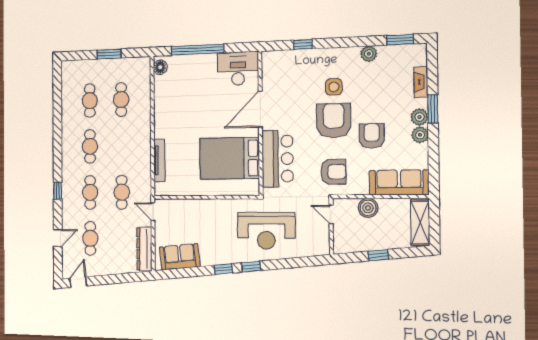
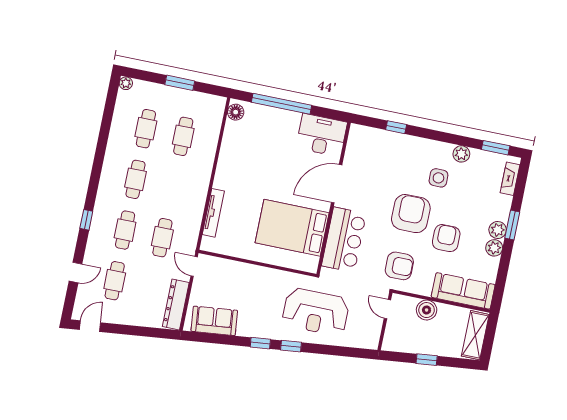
plant: (66, 66) -> (126, 83), added
fireplace: (421, 82) -> (510, 179), moved
side table: (334, 87) -> (438, 178), moved

